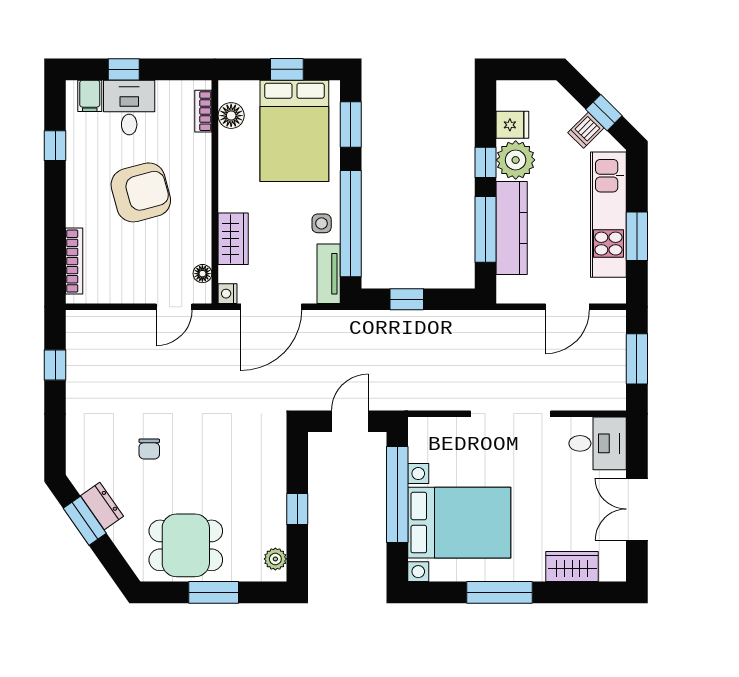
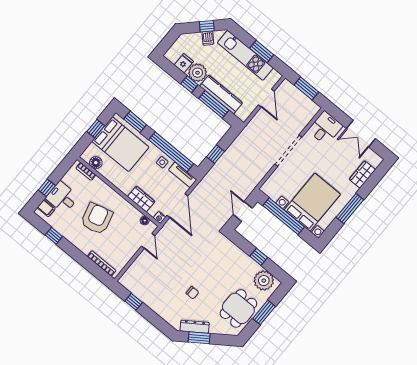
dresser: (102, 506) -> (195, 327), width x1.44
plant: (275, 559) -> (264, 281), width x1.88, depth x1.88

